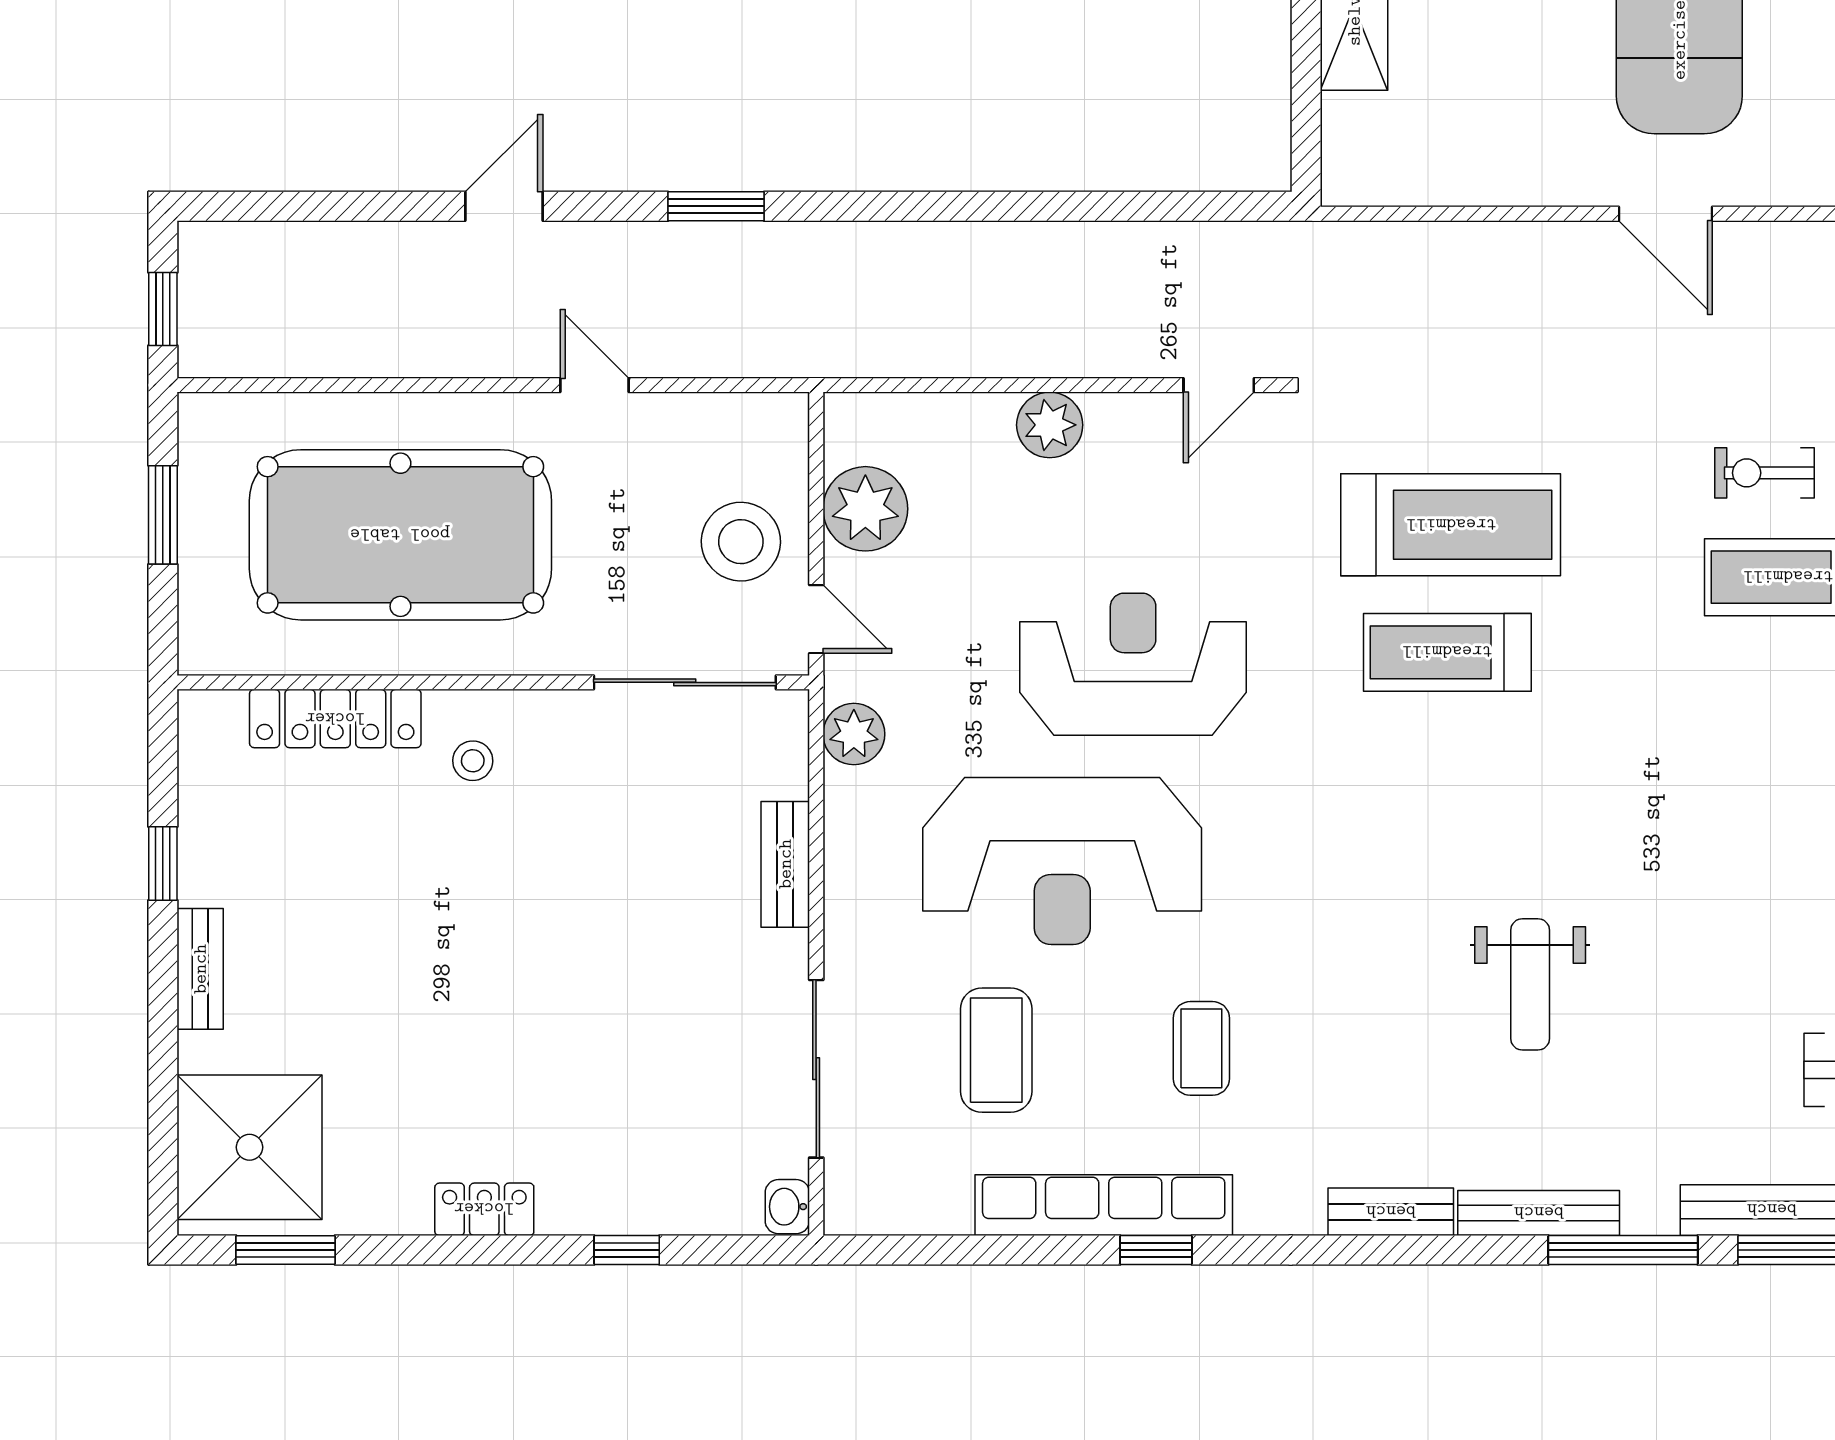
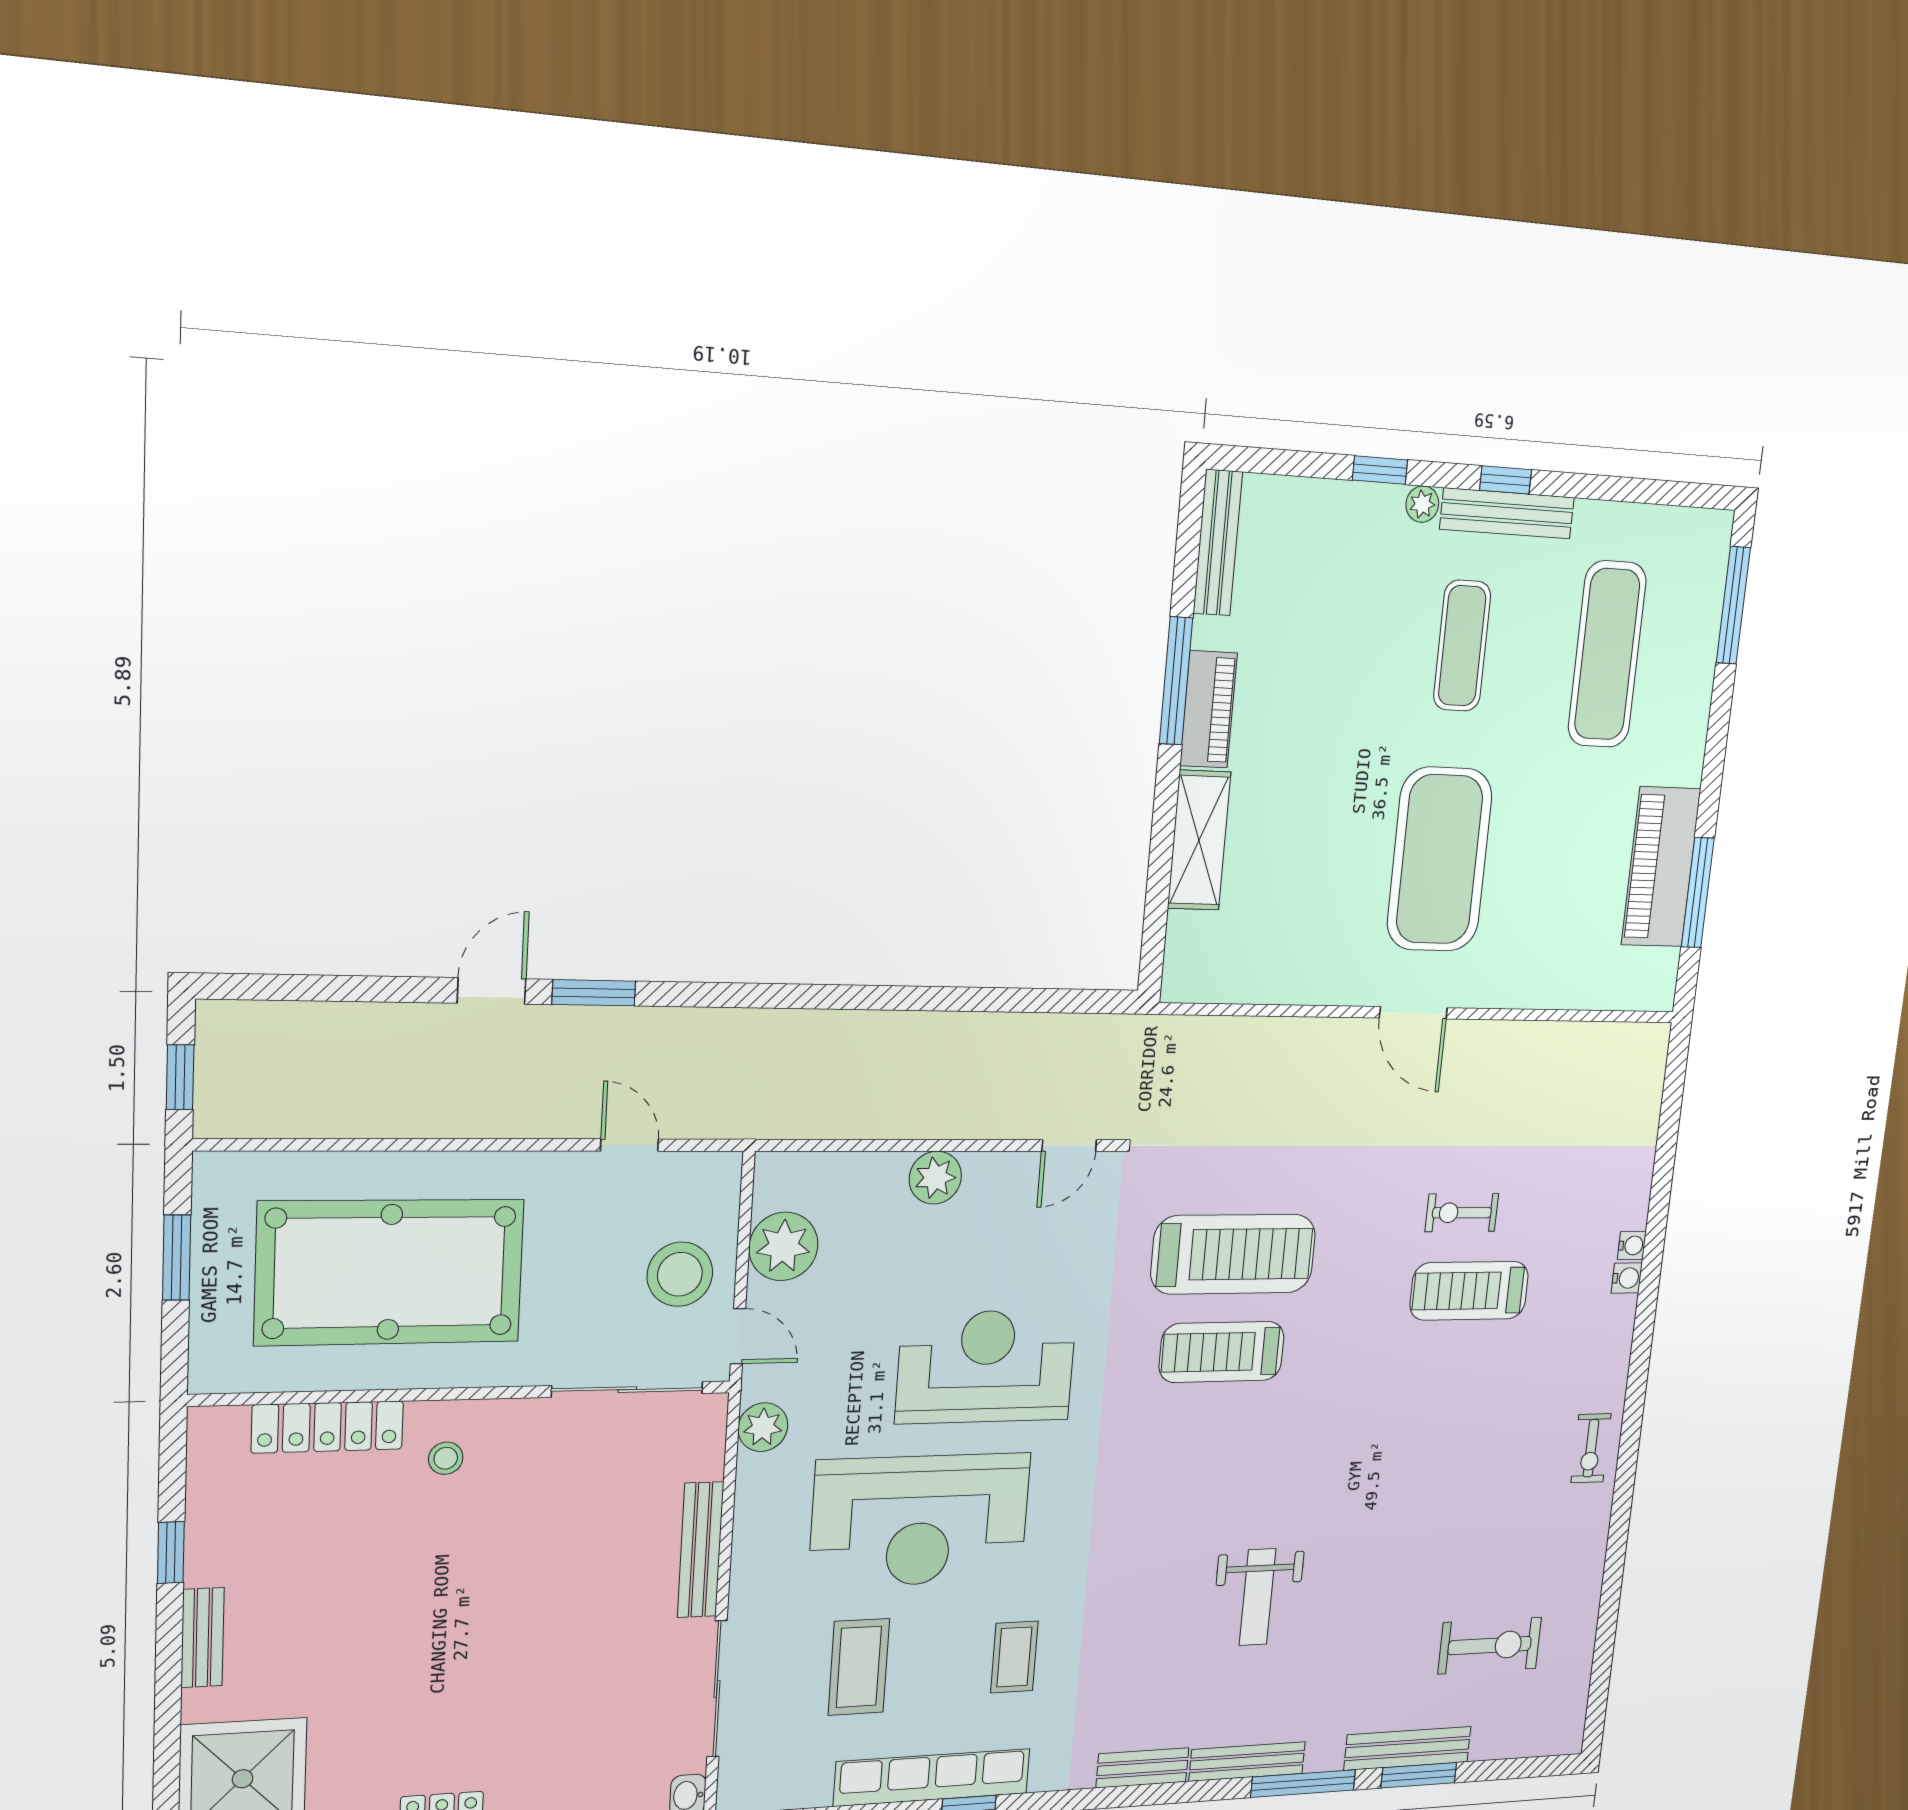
window: (716, 206) -> (594, 993), moved
door: (595, 385) -> (630, 1145), moved
bench: (785, 864) -> (700, 1550), width x1.36

